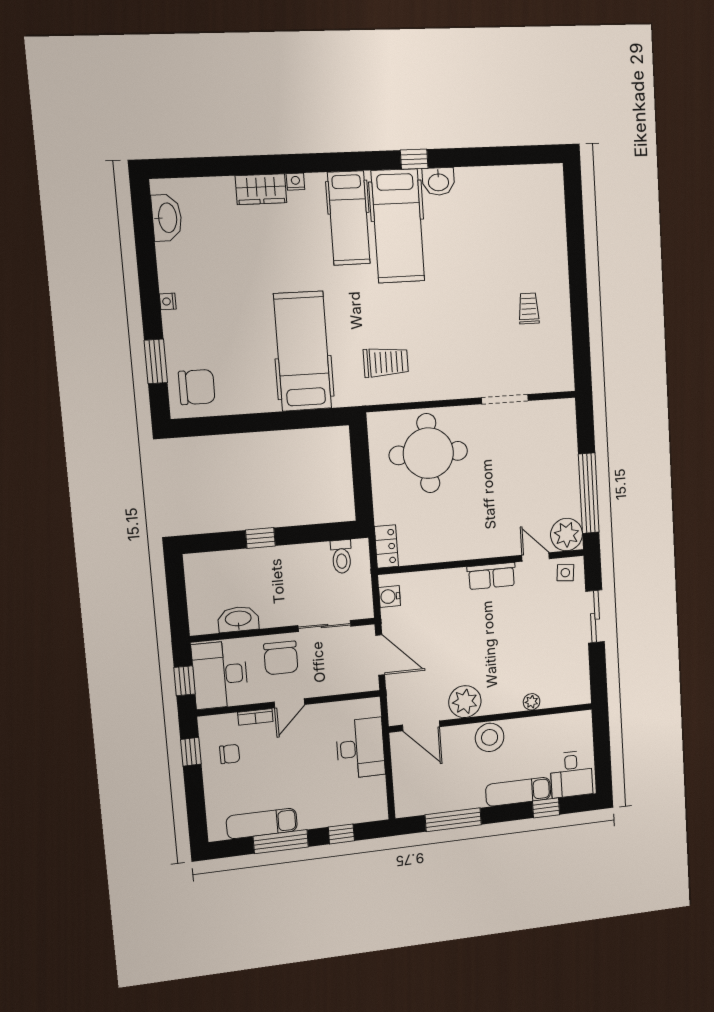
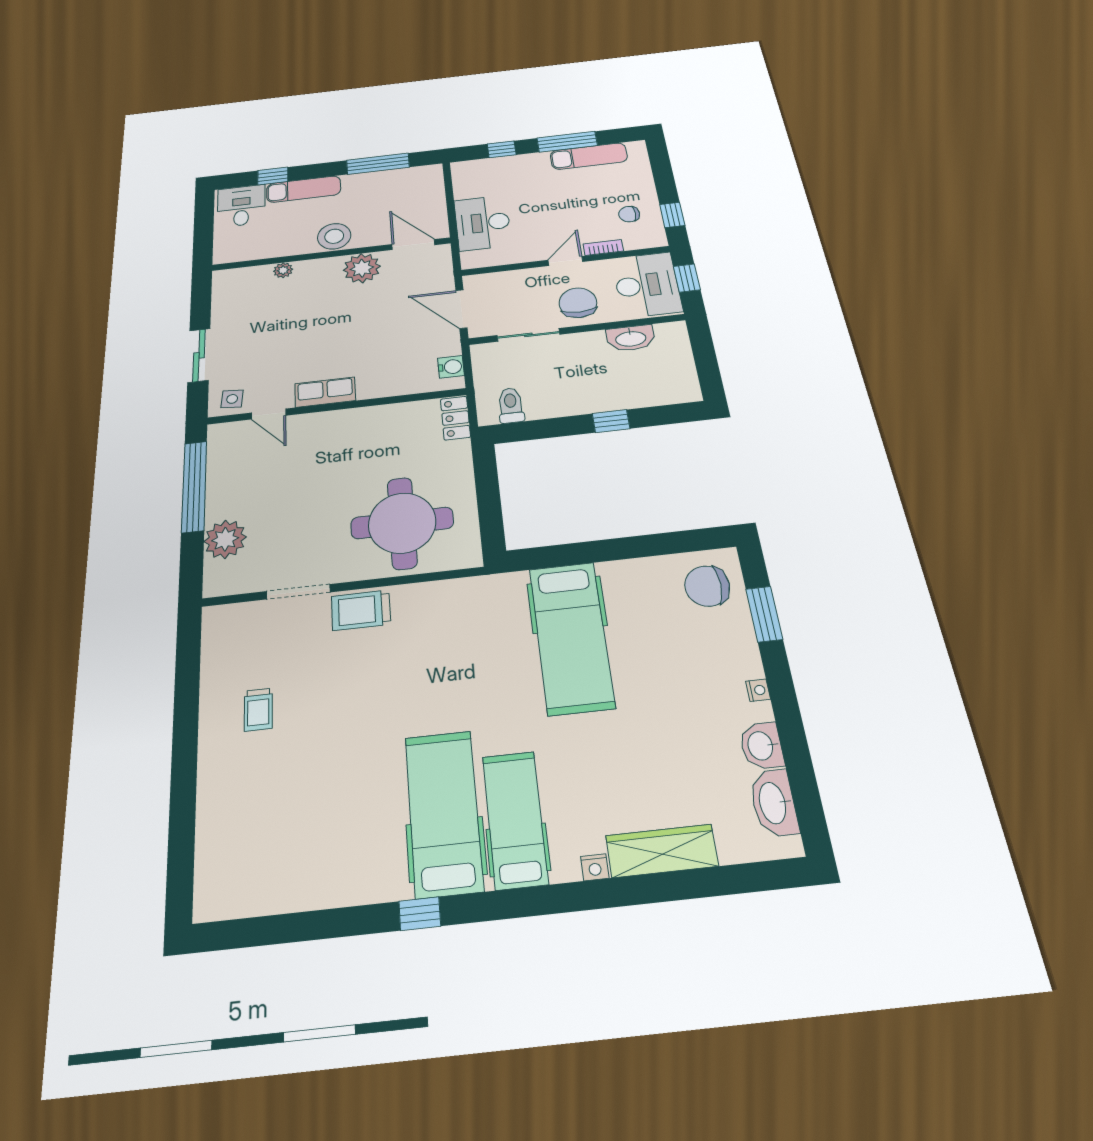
washbasin: (438, 182) -> (761, 746), moved, turned -90
wardrobe: (261, 189) -> (662, 851), width x1.50
trolley: (386, 362) -> (361, 610), moved
plant: (567, 535) -> (225, 539), moved

